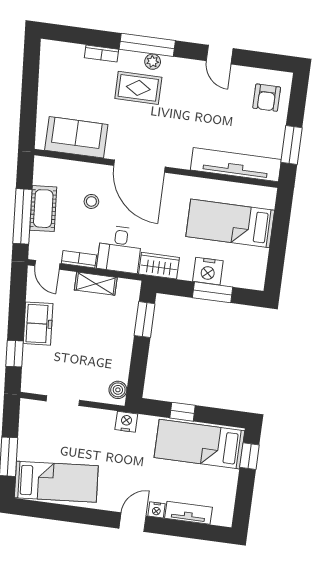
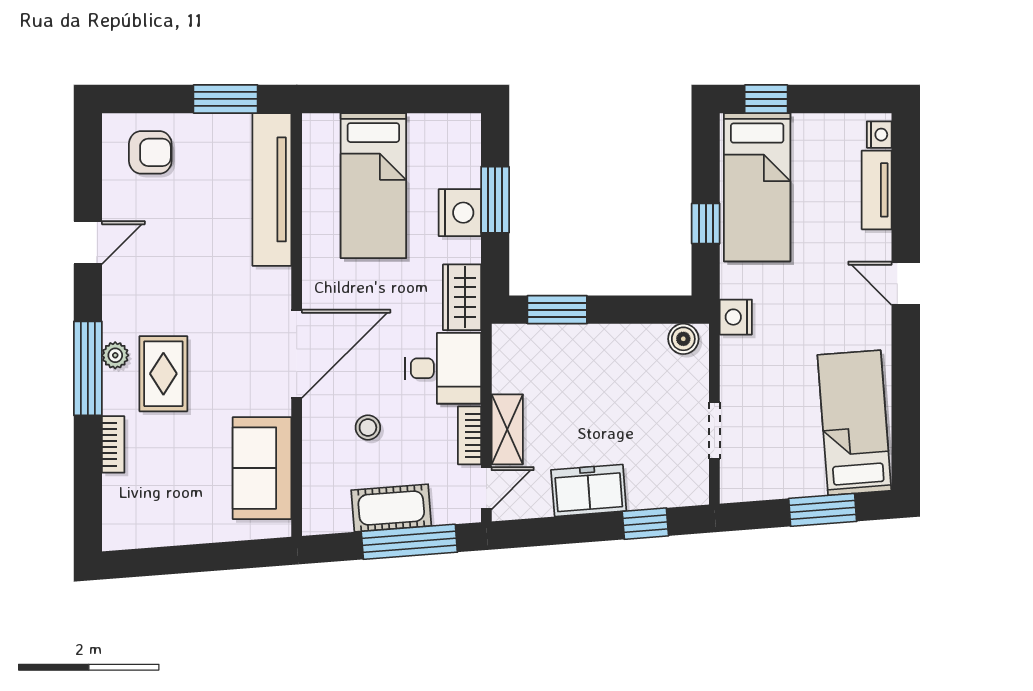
shelving: (96, 284) -> (507, 429), moved
nightstand: (156, 510) -> (879, 135), moved

